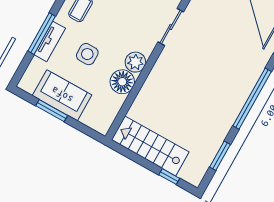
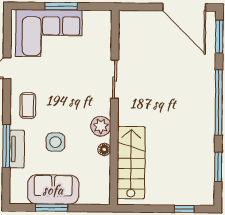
floor lamp: (122, 82) -> (104, 149), width x0.53, depth x0.53
stairs: (150, 146) -> (131, 163), moved, turned 90

